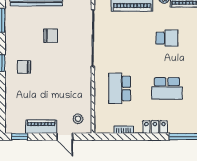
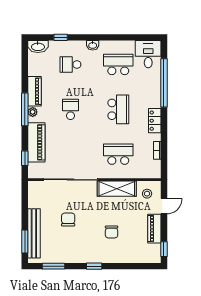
chair: (24, 67) -> (112, 232), moved
shelving: (83, 87) -> (117, 189), added
school desk: (120, 88) -> (118, 154), turned 180

